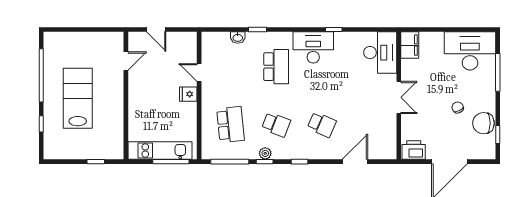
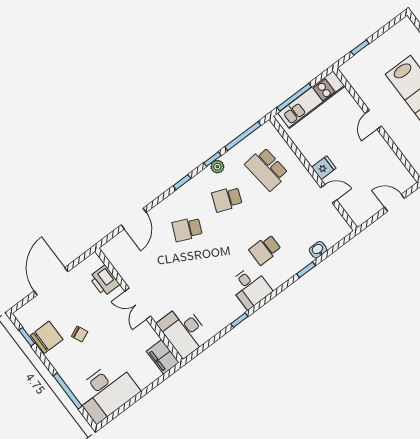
desk: (313, 47) -> (250, 287), width x0.73
door: (126, 61) -> (373, 120), moved
school desk: (276, 67) -> (265, 250), width x0.54
printer: (414, 150) -> (104, 281), moved, turned 90

